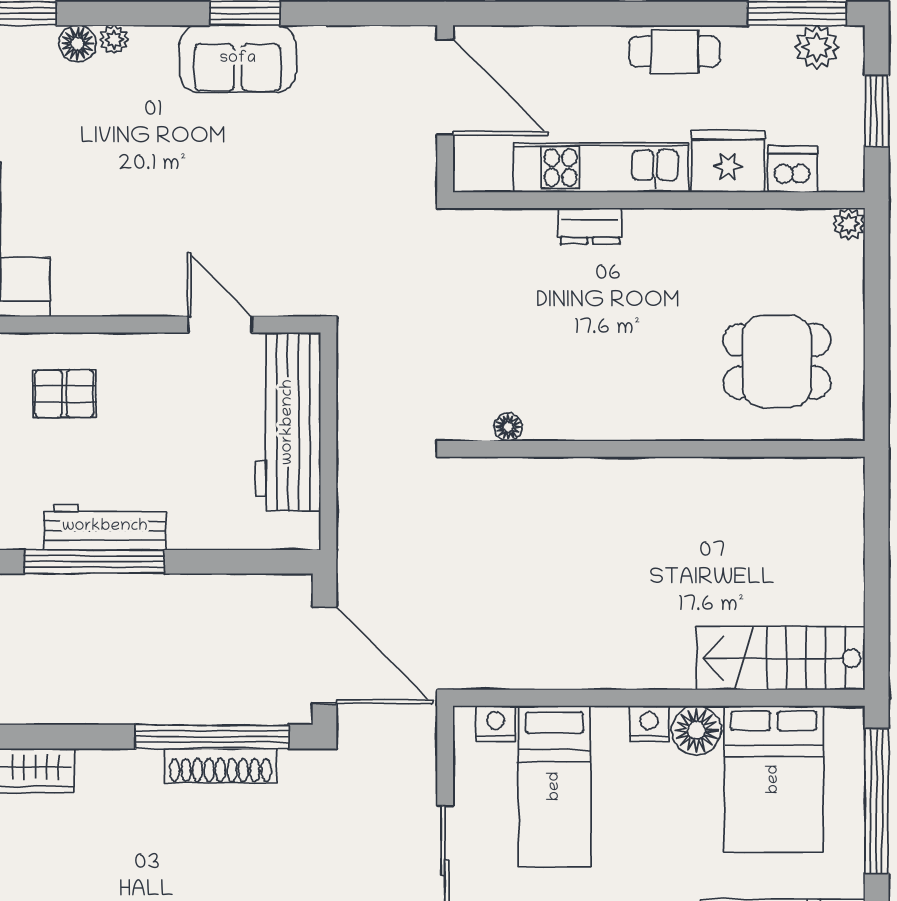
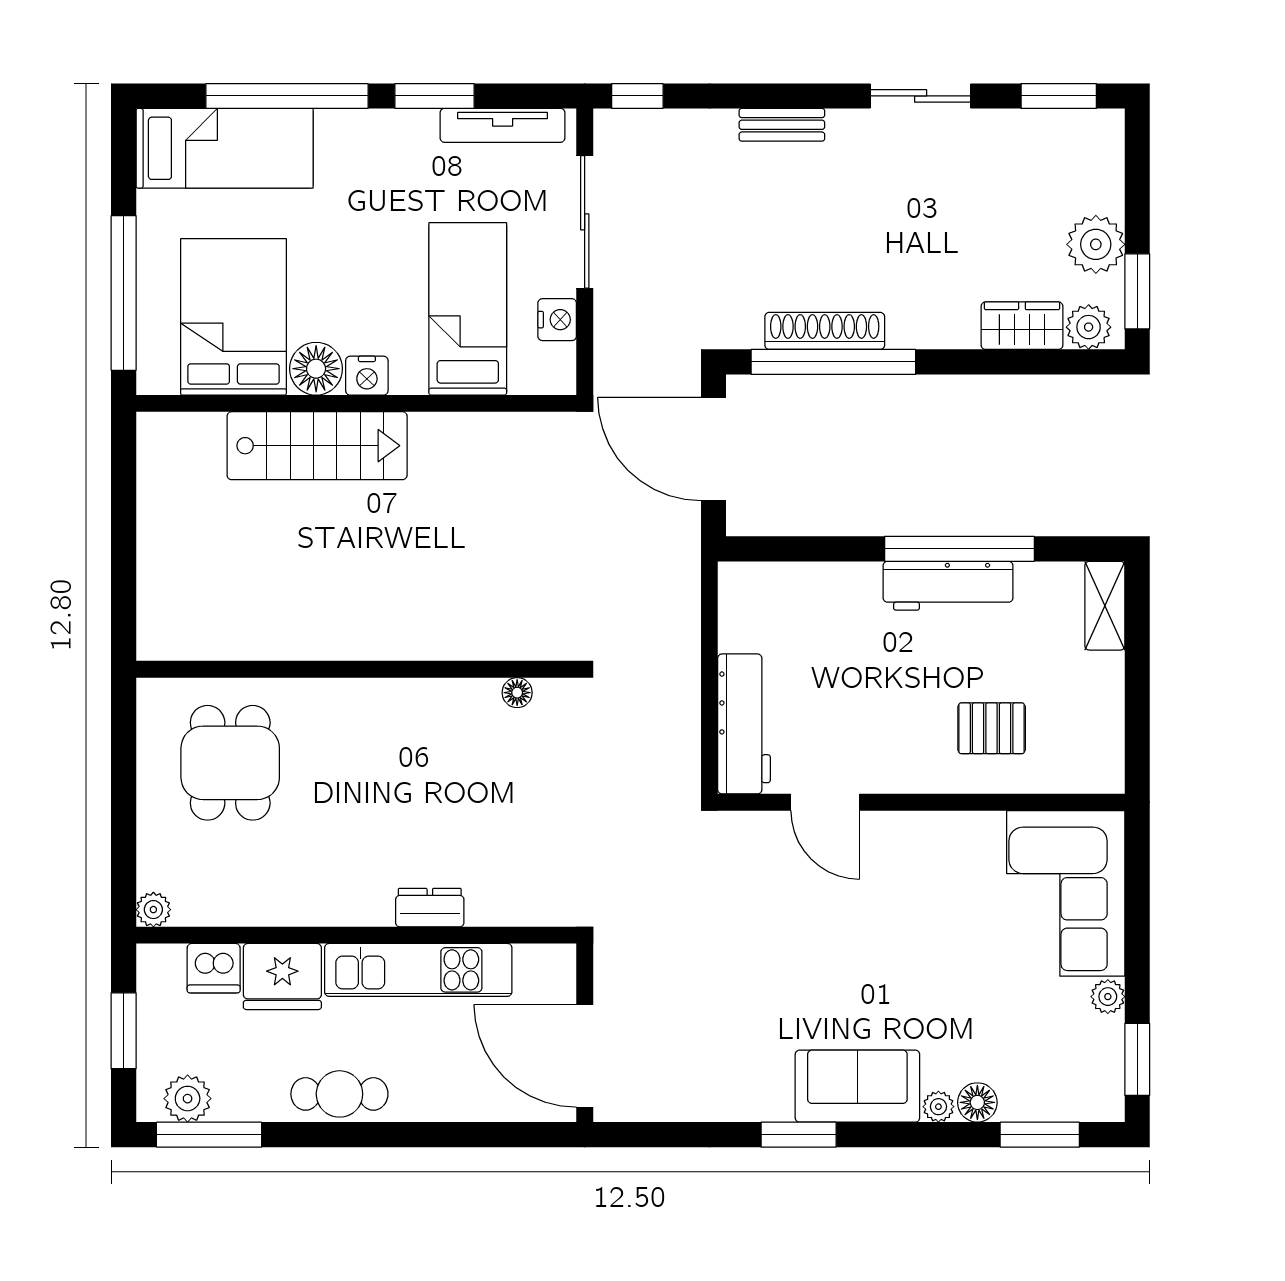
sofa: (238, 59) -> (857, 1086), moved
dining table: (777, 361) -> (230, 763), turned 90
workbench: (288, 422) -> (744, 724), width x0.73, depth x0.76
stairs: (781, 658) -> (317, 446), moved
nightstand: (495, 724) -> (557, 320), moved, turned -90

